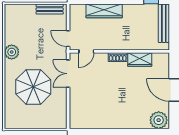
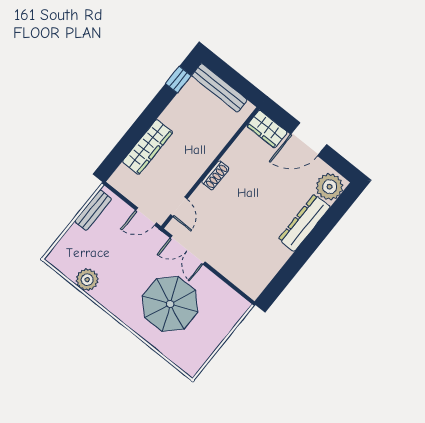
plant: (12, 52) -> (87, 280), moved
wardrobe: (140, 60) -> (267, 129), moved, turned 90
dresser: (130, 122) -> (304, 223), added

